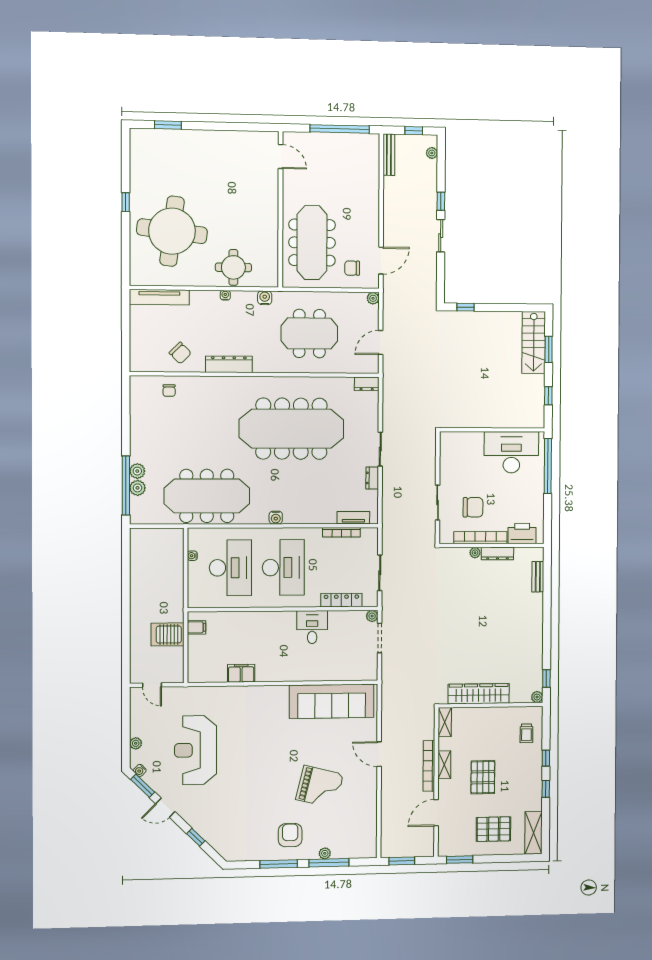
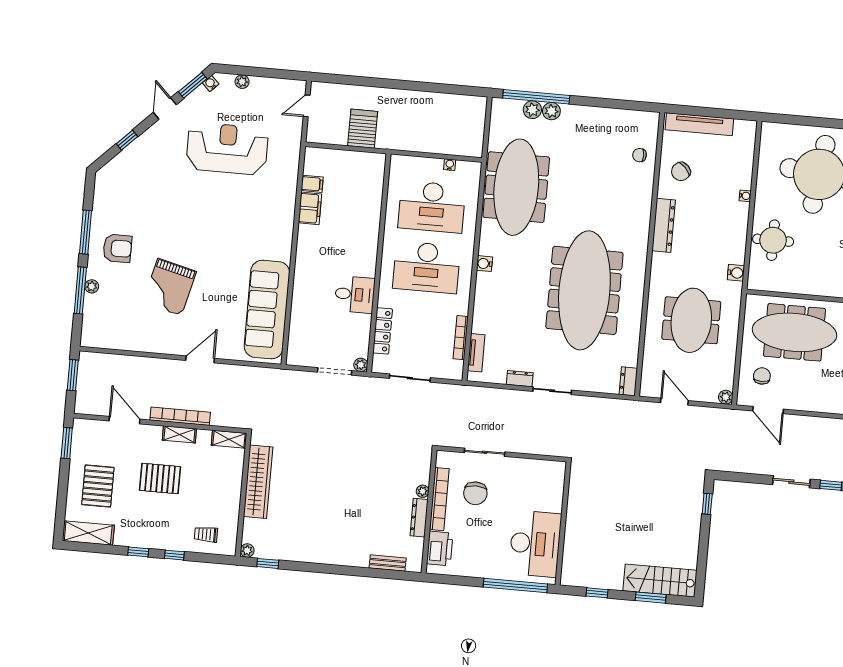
water cooler: (225, 295) -> (745, 196), moved
tv unit: (159, 297) -> (699, 124), moved, turned -90
filing cabinet: (196, 627) -> (312, 184), moved, turned -90

